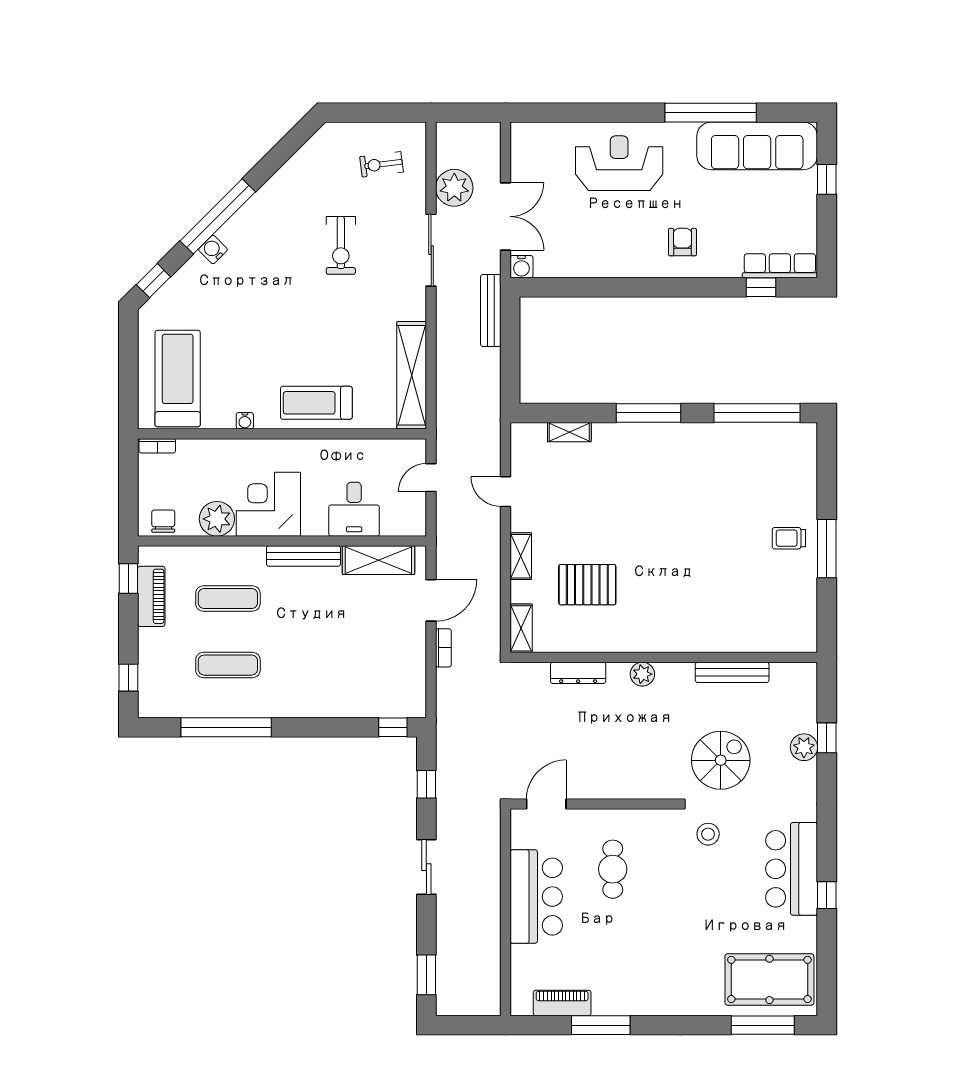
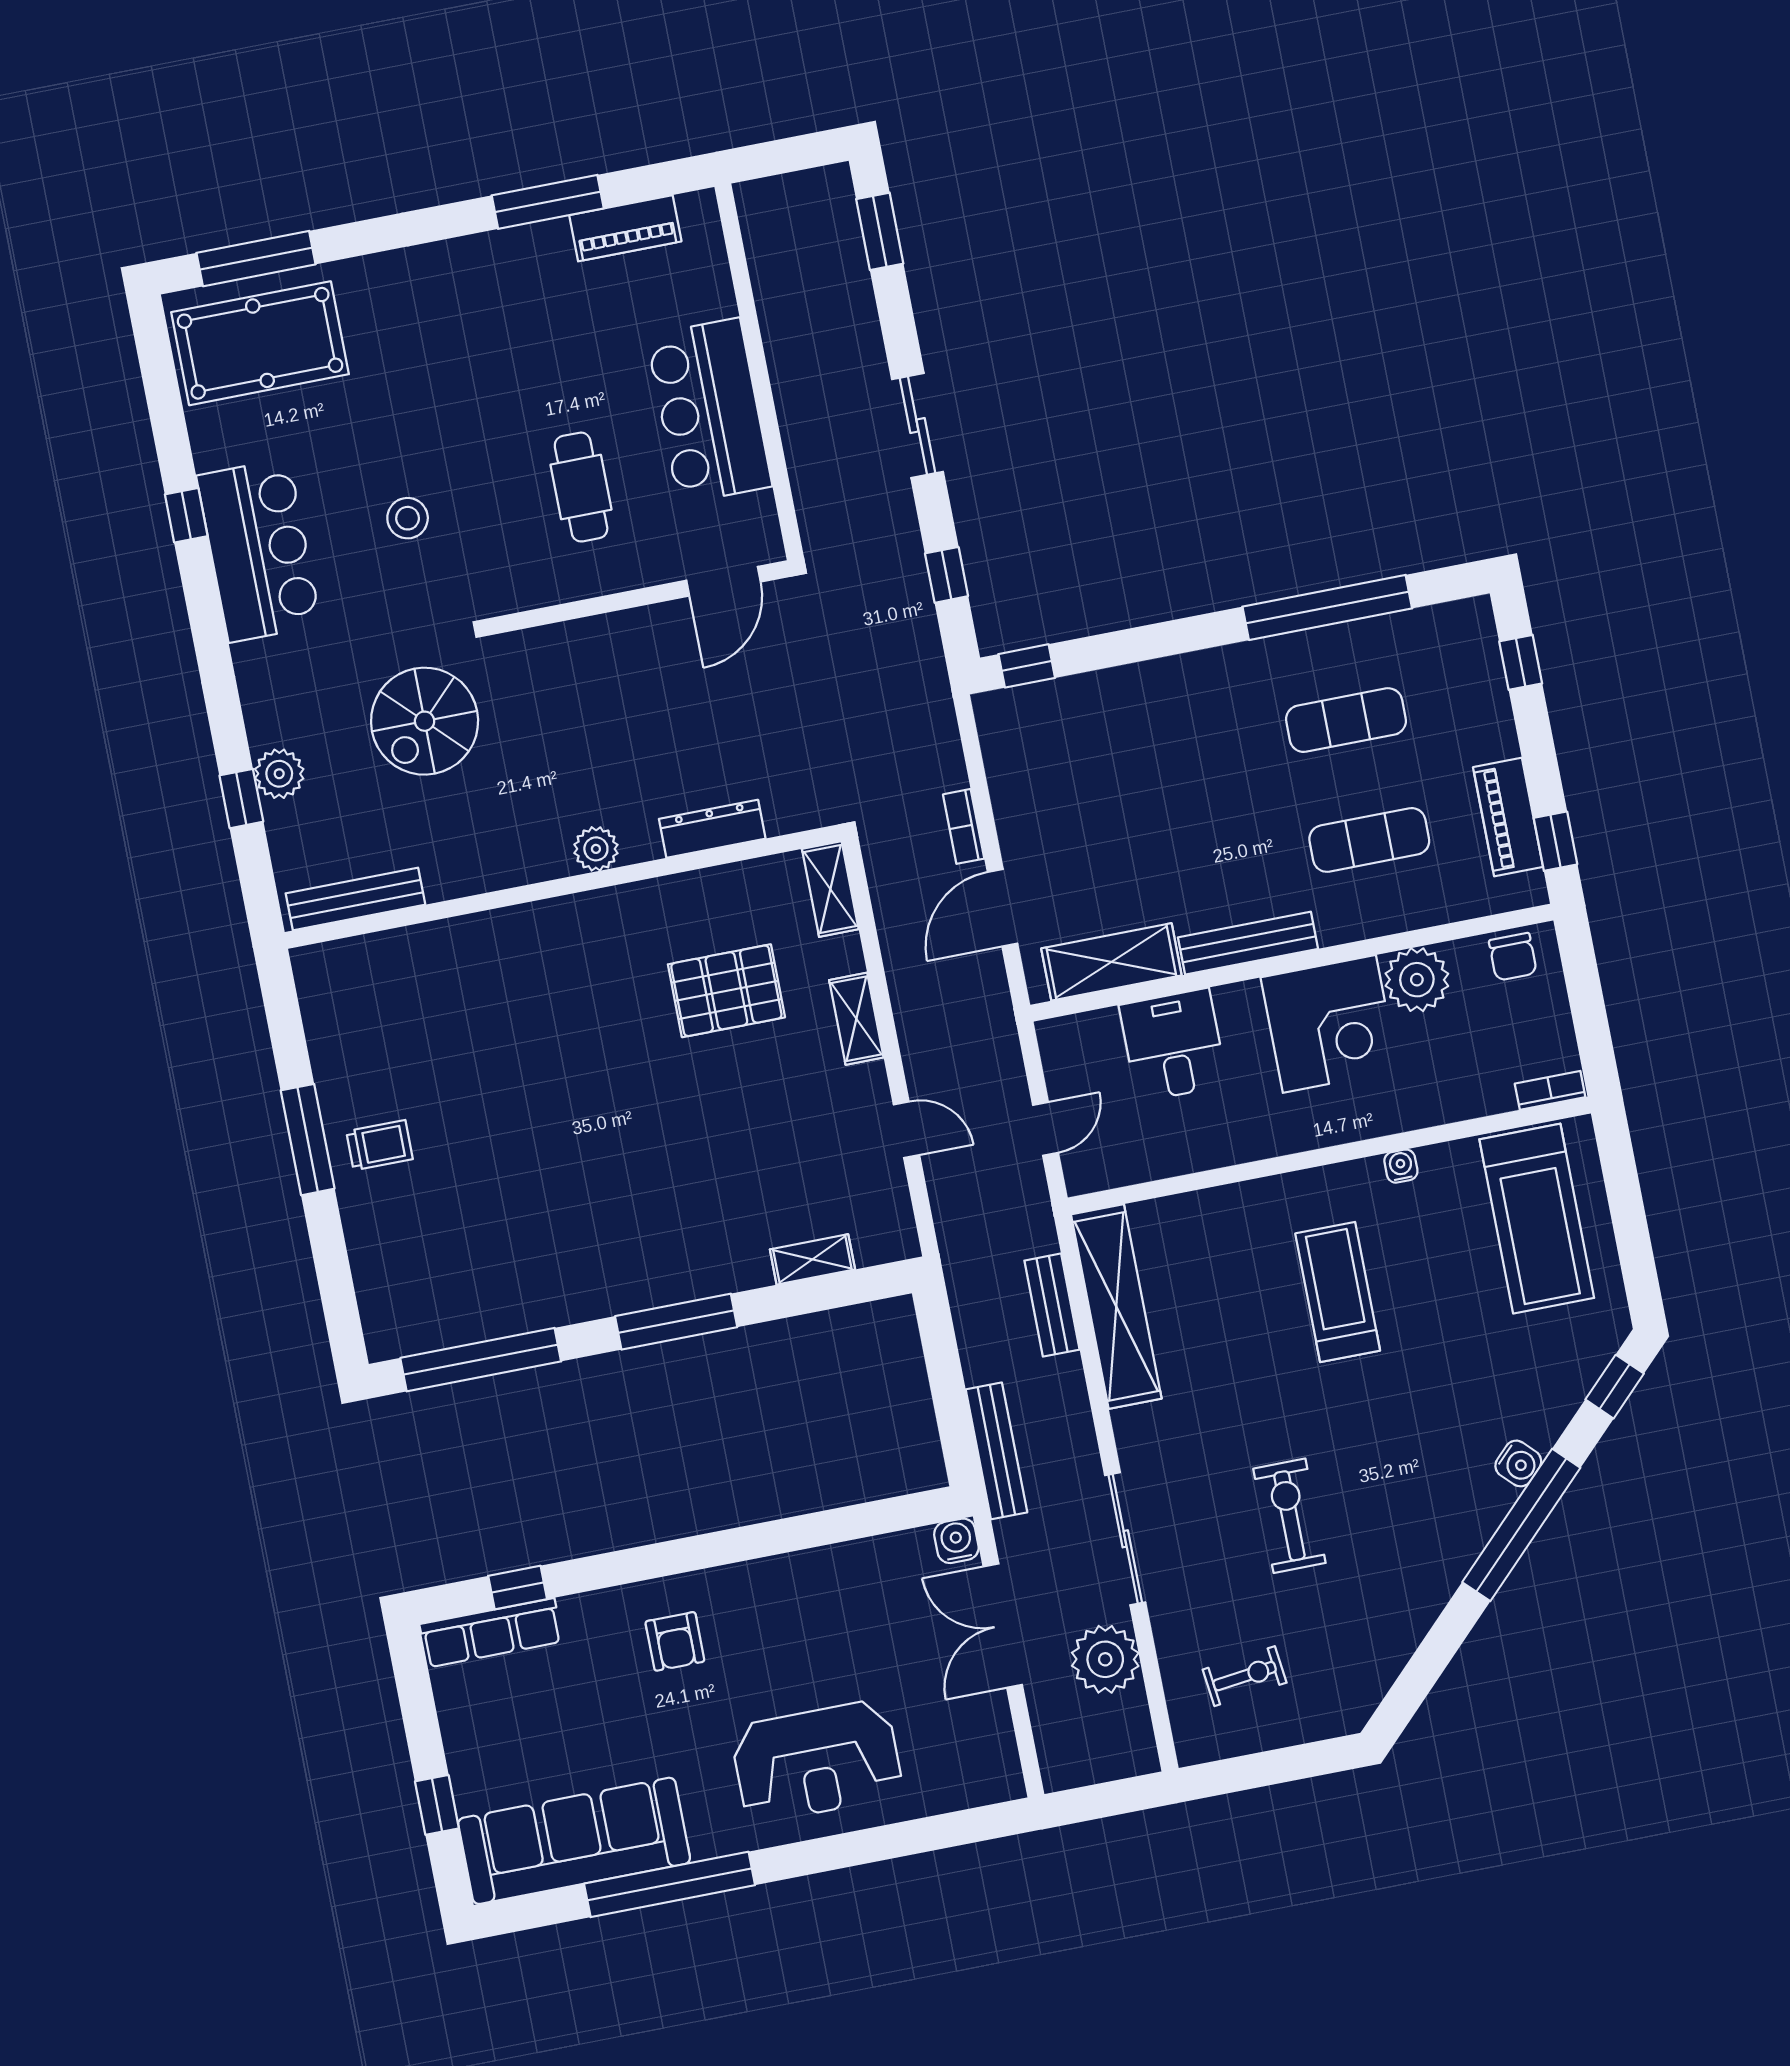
bench: (446, 383) -> (1052, 1305), added
treadmill: (316, 403) -> (1338, 1292), moved, turned -90
bench: (732, 672) -> (355, 899), moved
stool: (708, 834) -> (408, 518), moved

